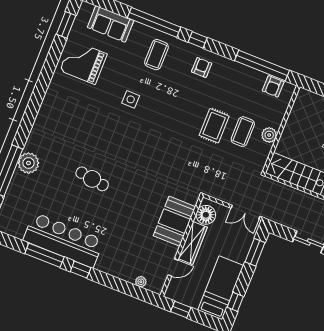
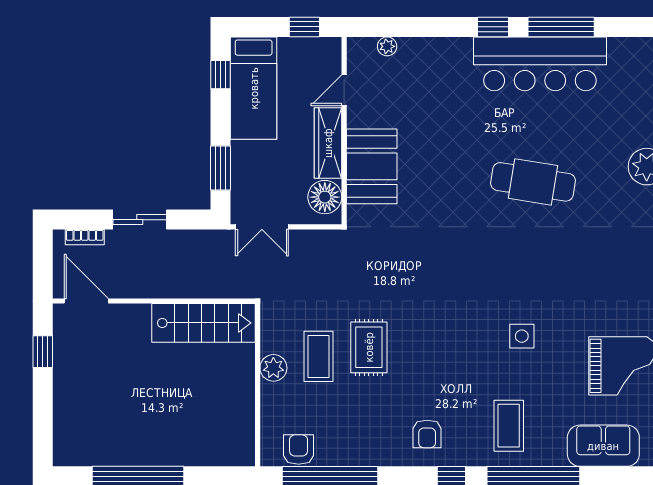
cafe table: (92, 179) -> (533, 182), width x1.37, depth x1.35
double door: (245, 212) -> (262, 227), swing flipped

